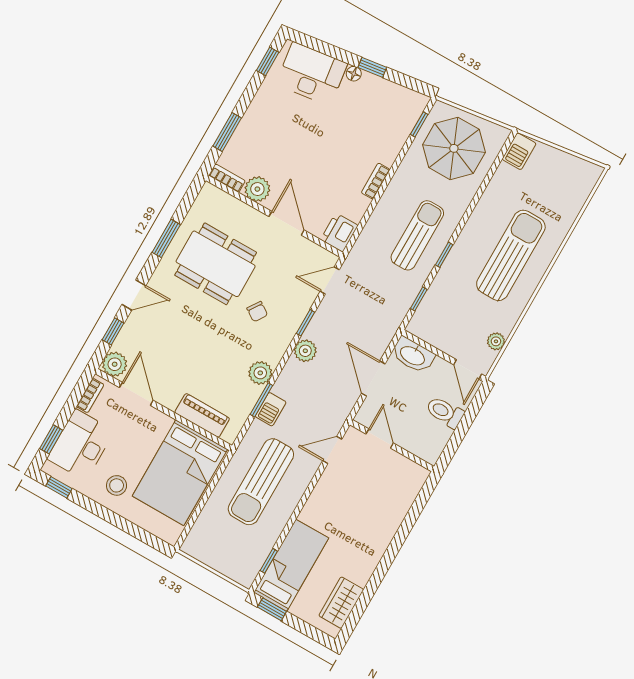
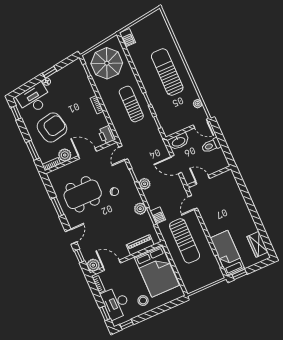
armchair: (286, 136) -> (52, 127), added

